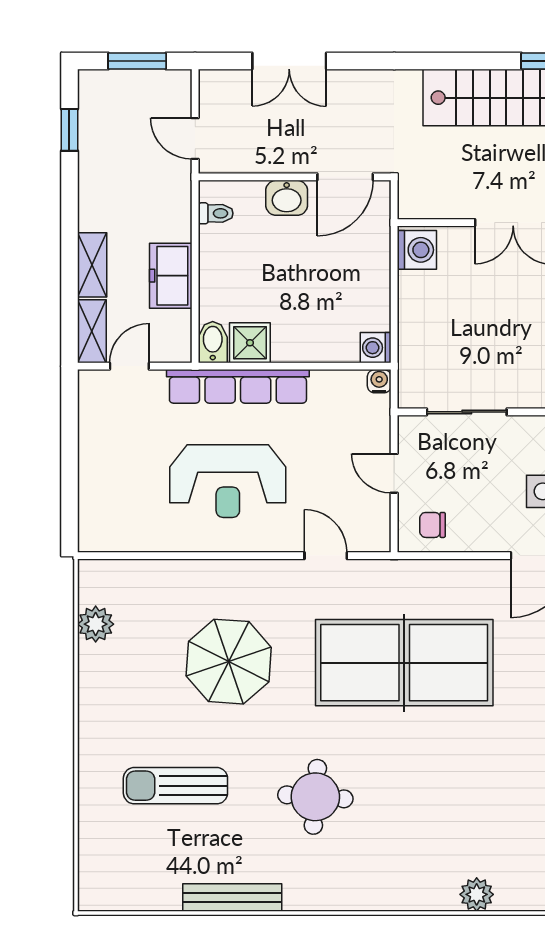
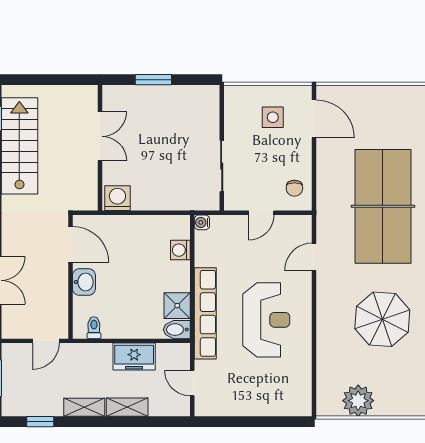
shelving: (92, 331) -> (84, 407), moved
washing machine: (376, 348) -> (180, 250), moved, turned 90
plant: (96, 624) -> (358, 401), width x1.36, depth x1.36

